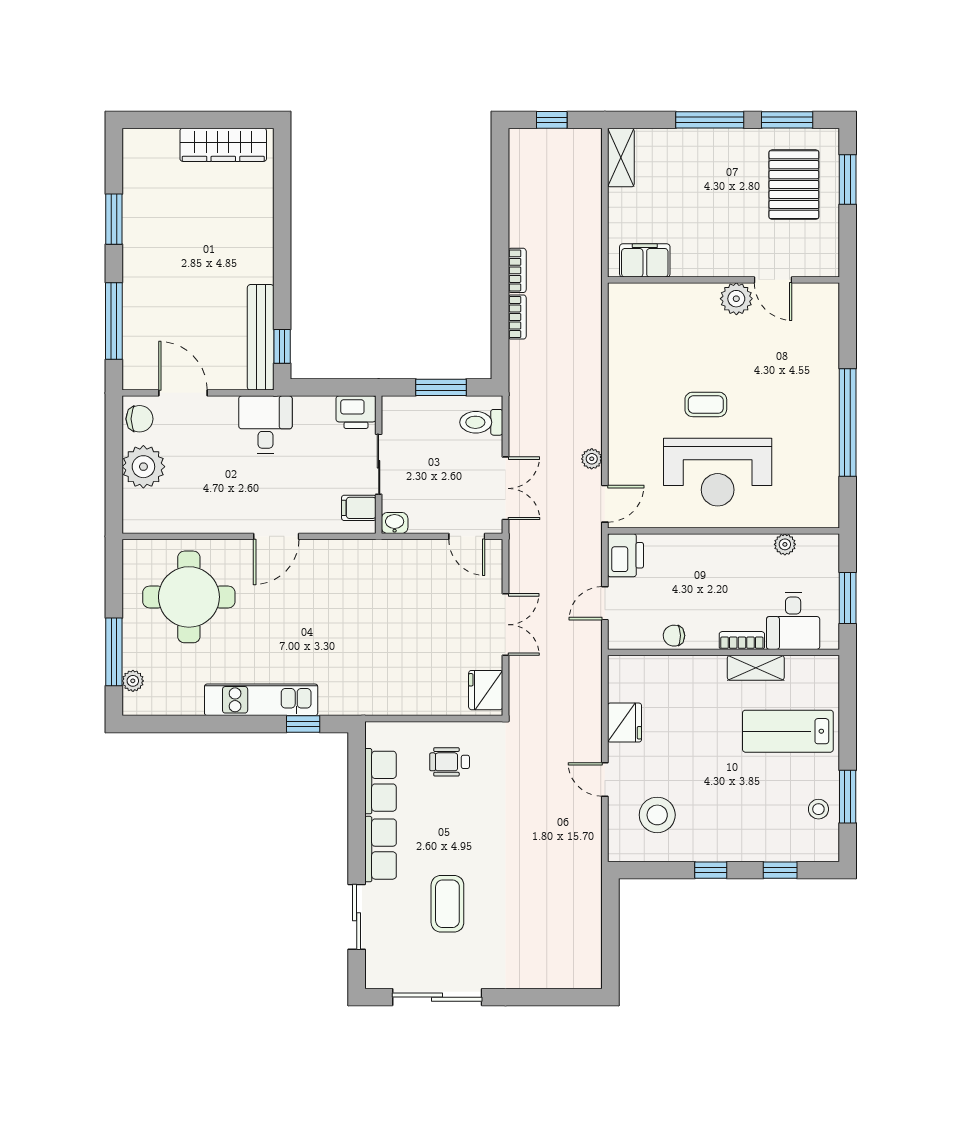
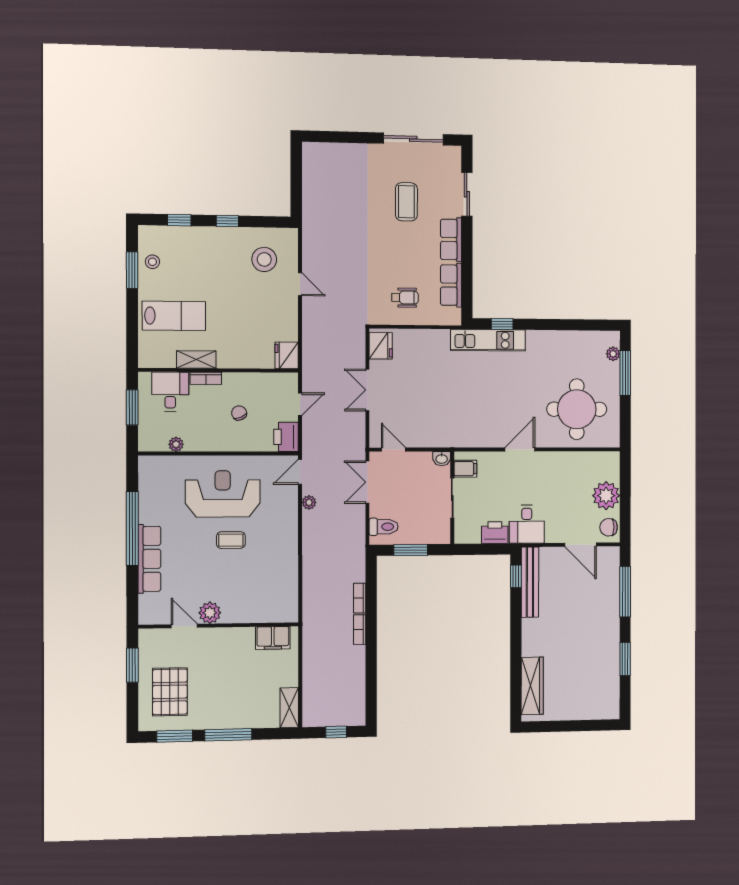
wardrobe: (223, 145) -> (532, 686), moved, turned 90
window: (848, 180) -> (132, 665), moved
row of seats: (823, 378) -> (149, 559), added
printer: (356, 412) -> (495, 533), moved
chair: (674, 636) -> (239, 413), moved, turned -112
kitchen unit: (261, 700) -> (488, 340), moved
fridge: (625, 723) -> (287, 355), moved

